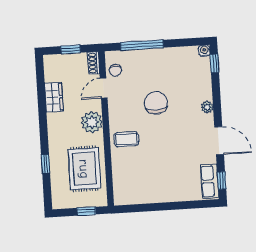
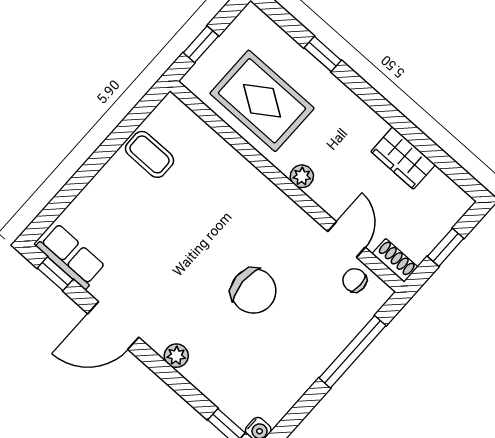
plant: (92, 122) -> (302, 176), width x0.53, depth x0.53
coffee table: (126, 139) -> (150, 154), moved, turned 90

